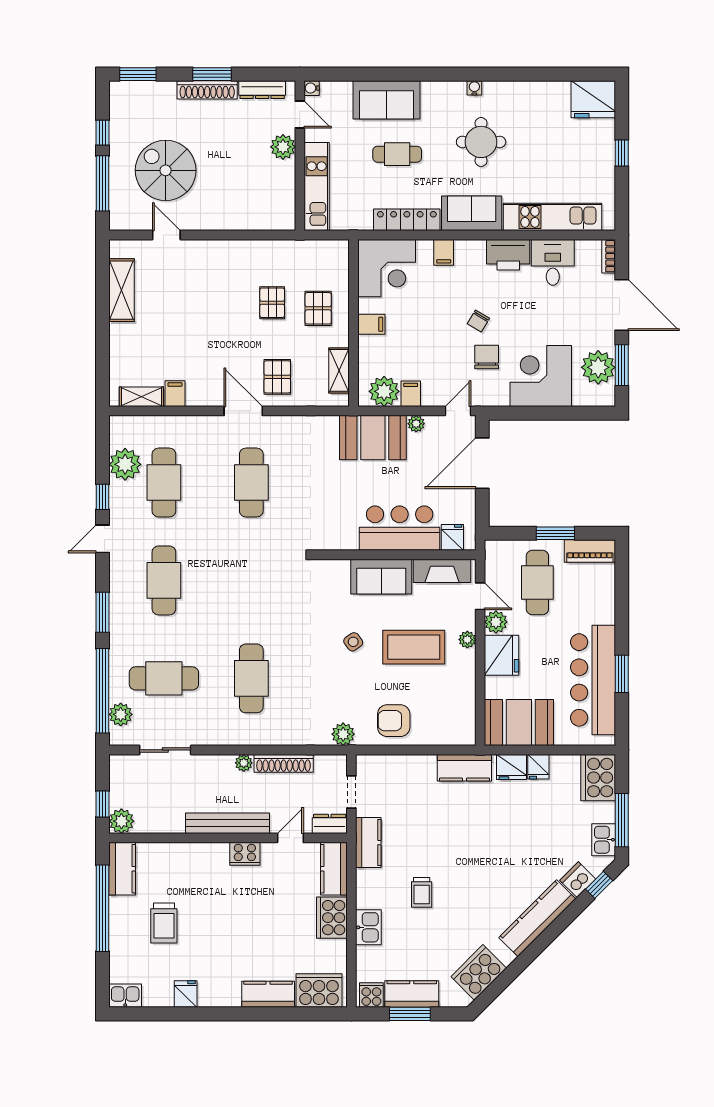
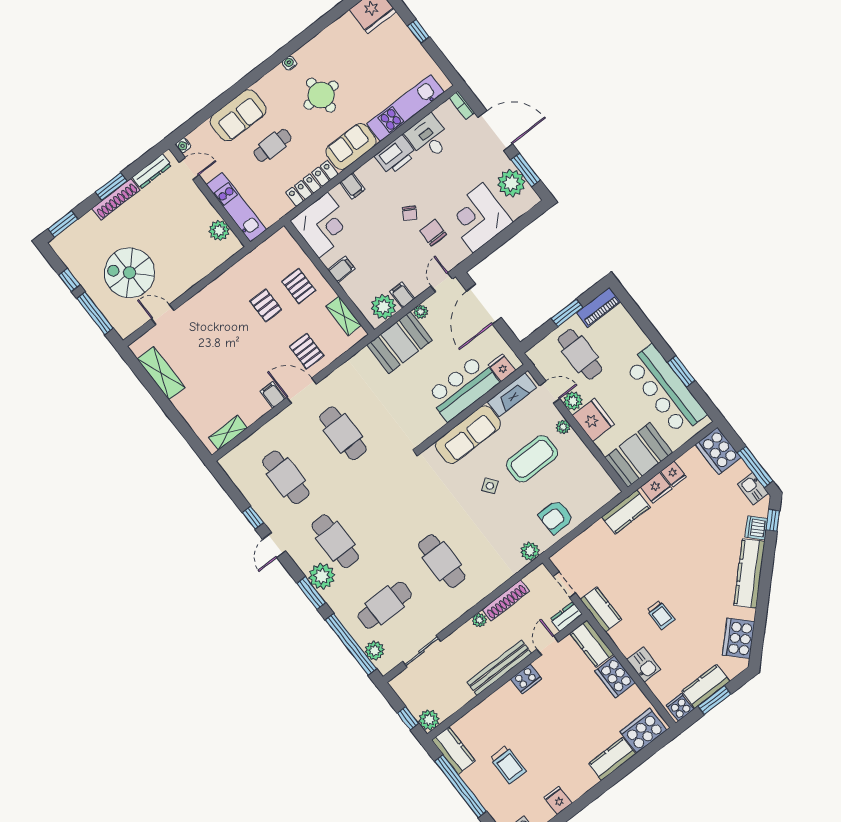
plant: (283, 147) -> (219, 230), moved
filing cabinet: (175, 394) -> (273, 395), moved
plant: (125, 464) -> (322, 576), moved
sofa: (381, 577) -> (468, 435), width x1.36

